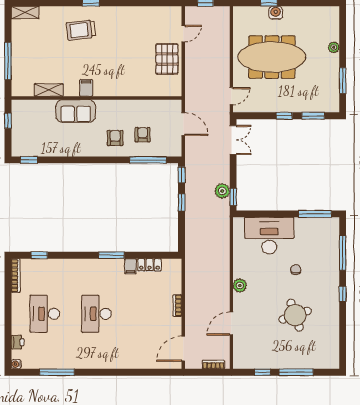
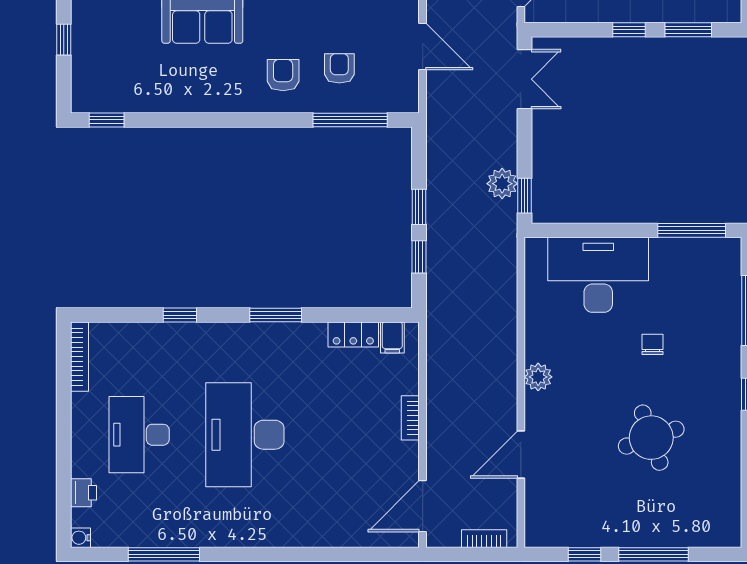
window: (182, 175) -> (419, 257), moved
window: (39, 255) -> (180, 315), moved
filing cabinet: (130, 266) -> (392, 338), moved
desk: (96, 314) -> (245, 435), width x1.36, depth x1.30

